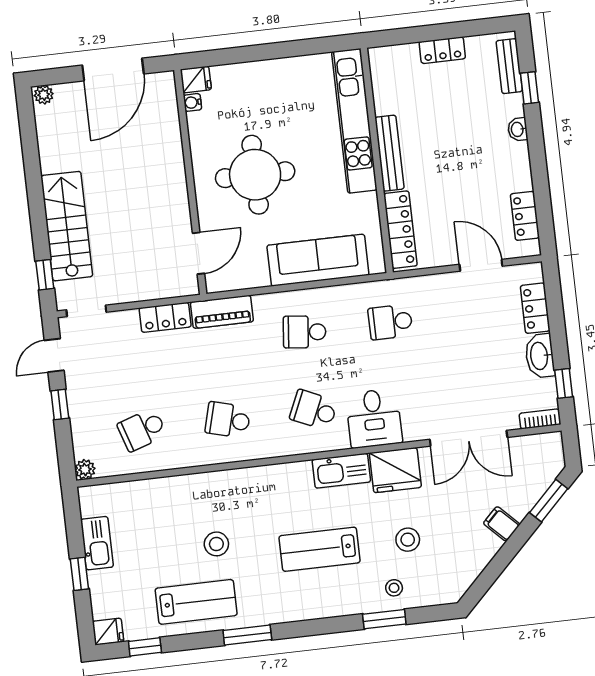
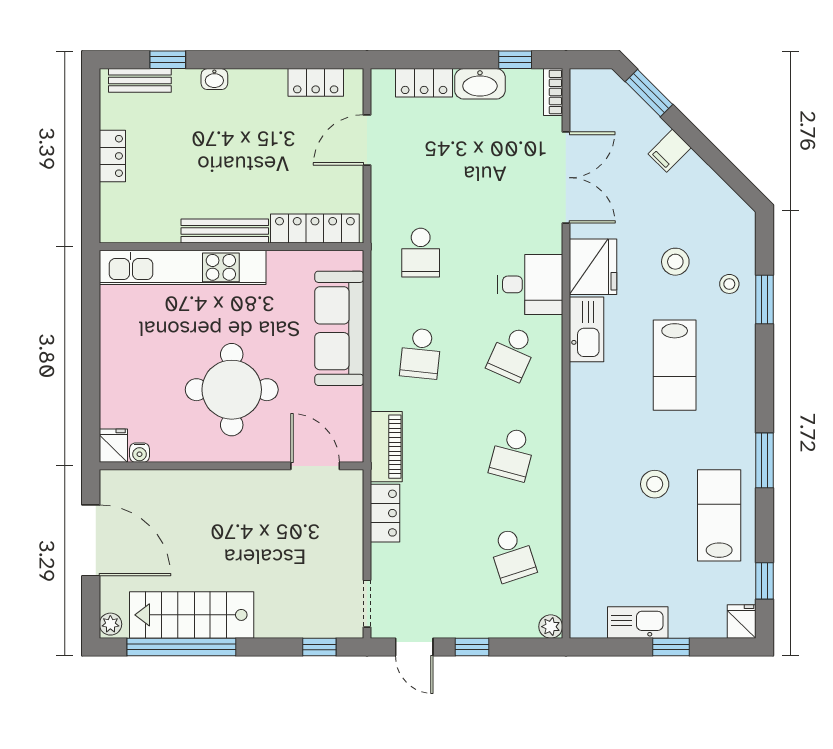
window: (31, 157) -> (181, 647), added
stairs: (67, 226) -> (192, 615), moved

